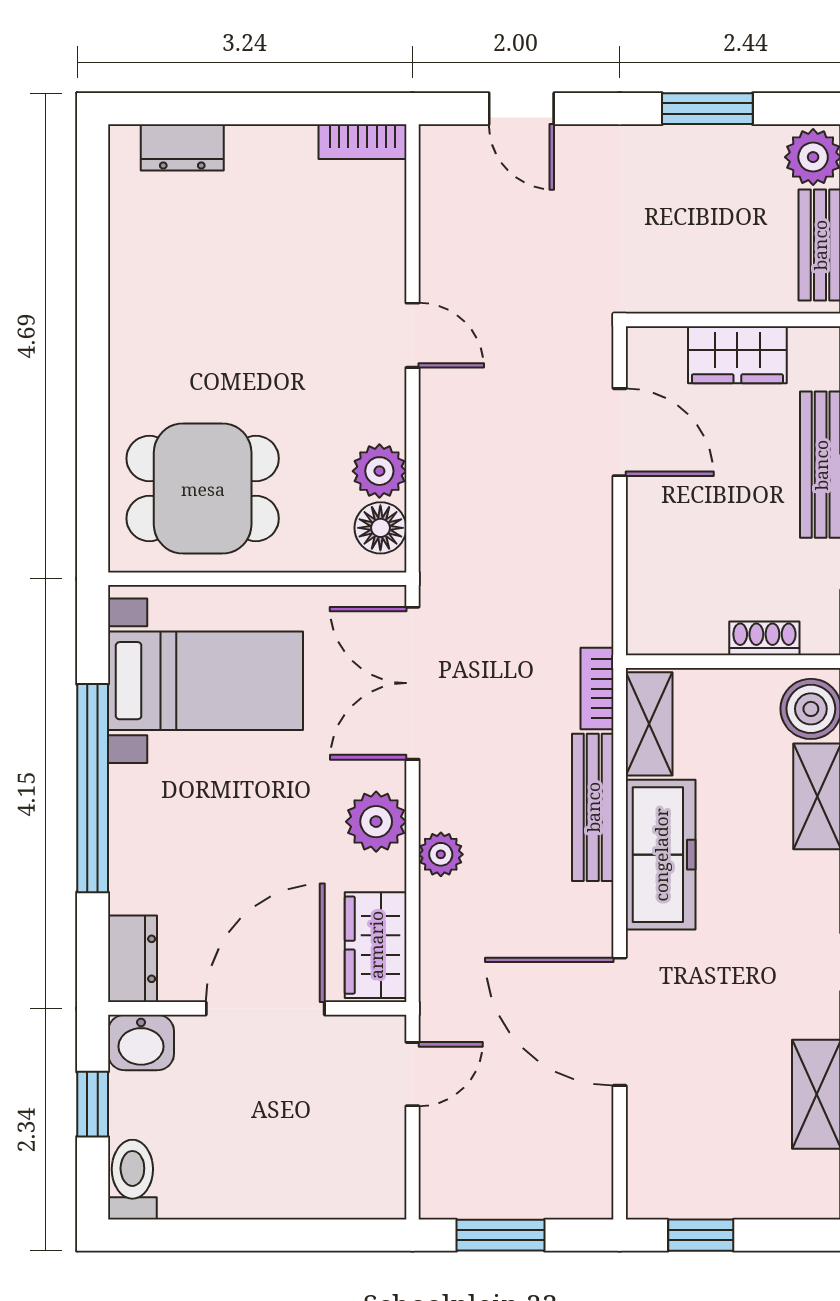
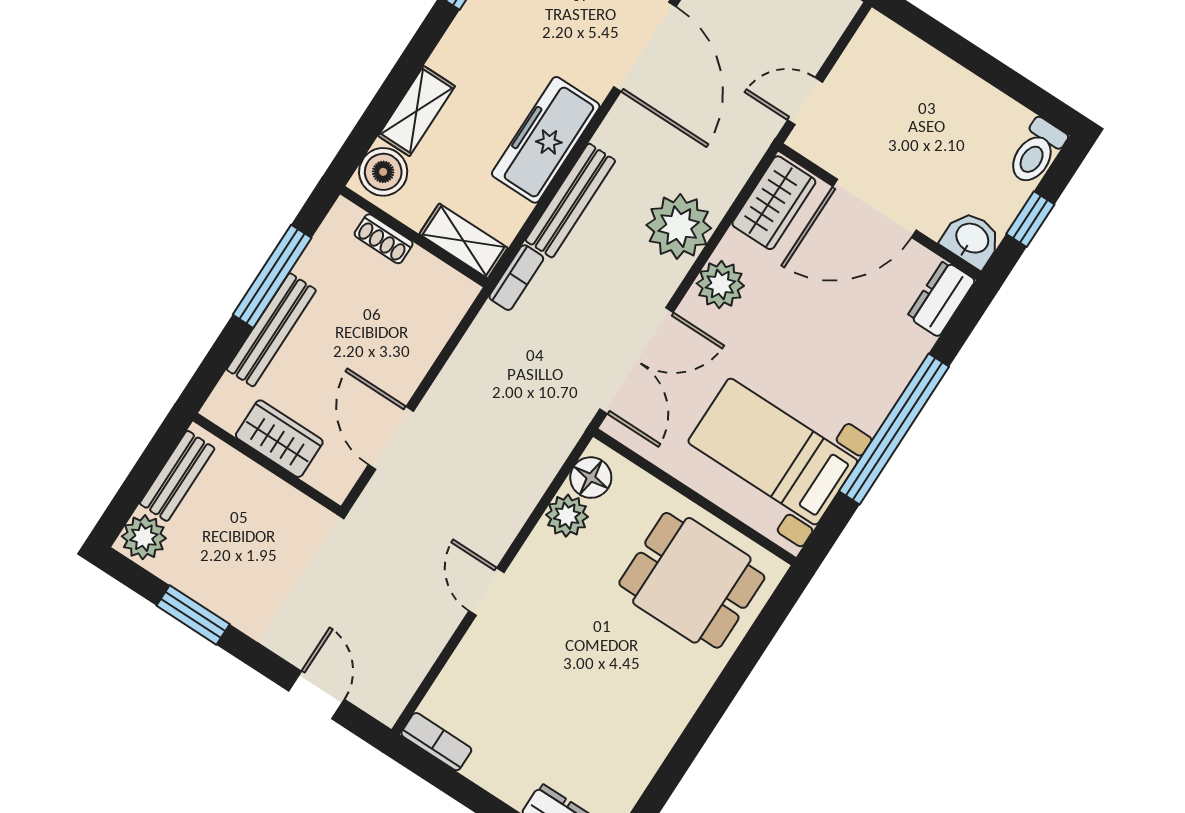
shelving: (649, 724) -> (463, 241), moved, turned 90
plant: (441, 854) -> (679, 227), width x1.88, depth x1.88

